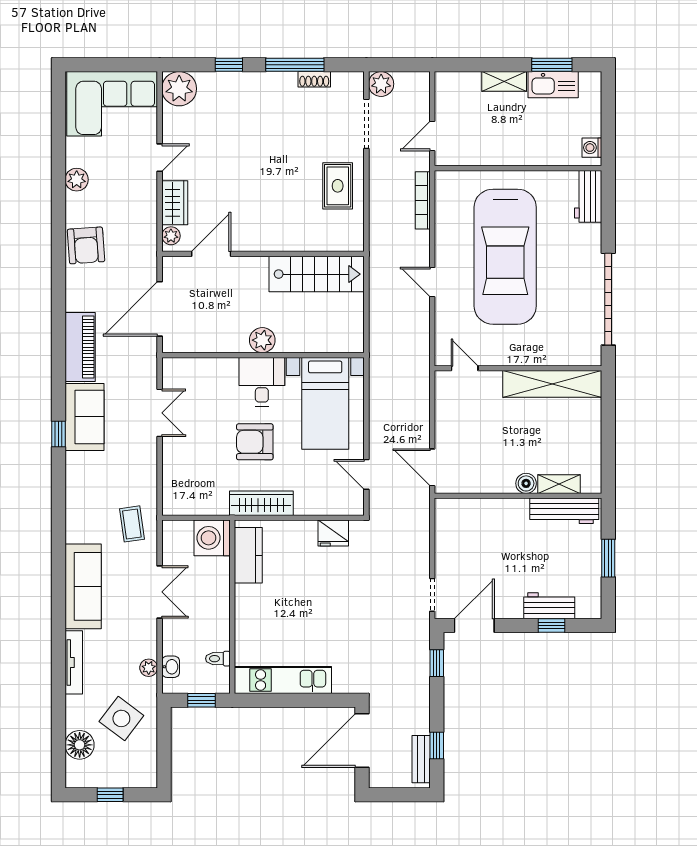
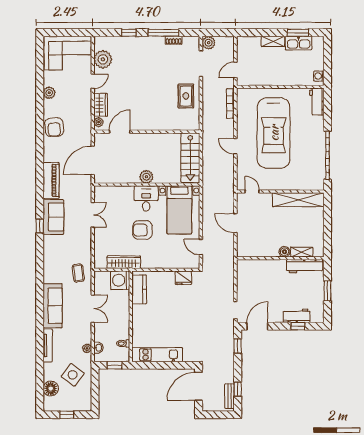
plant: (179, 89) -> (103, 59), moved
stairs: (317, 274) -> (190, 158), moved, turned 90
door: (432, 467) -> (235, 223), moved
wardrobe: (261, 503) -> (124, 262), moved

